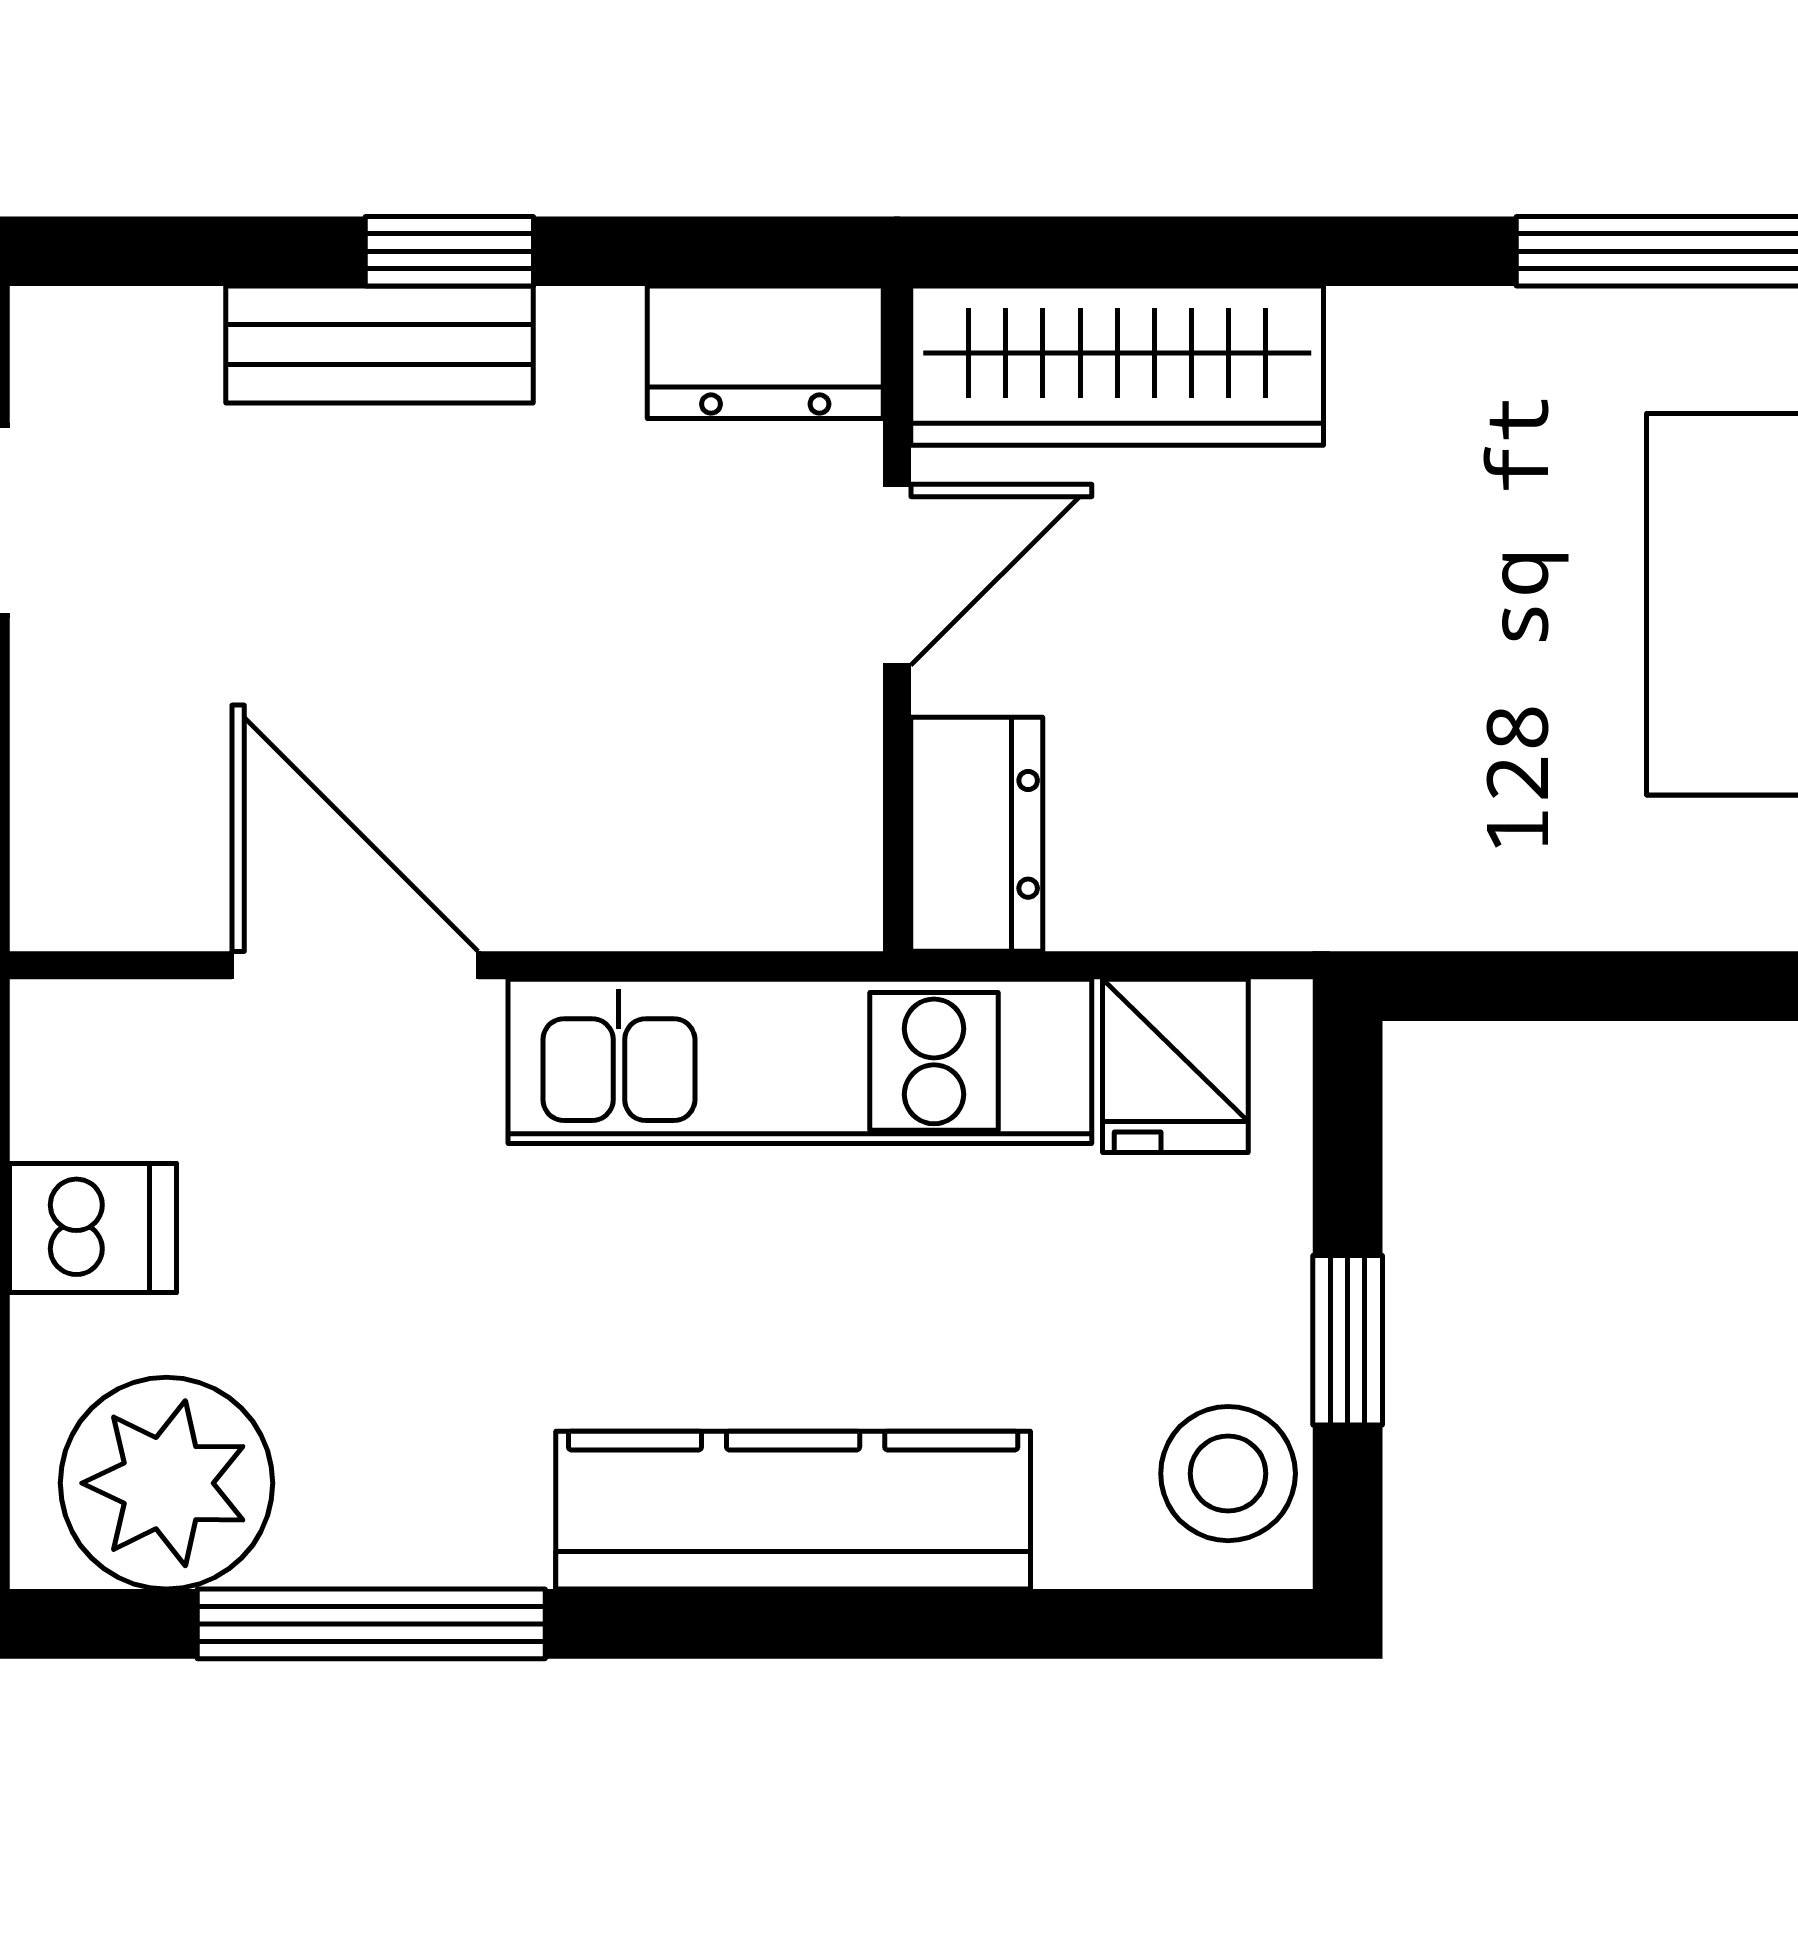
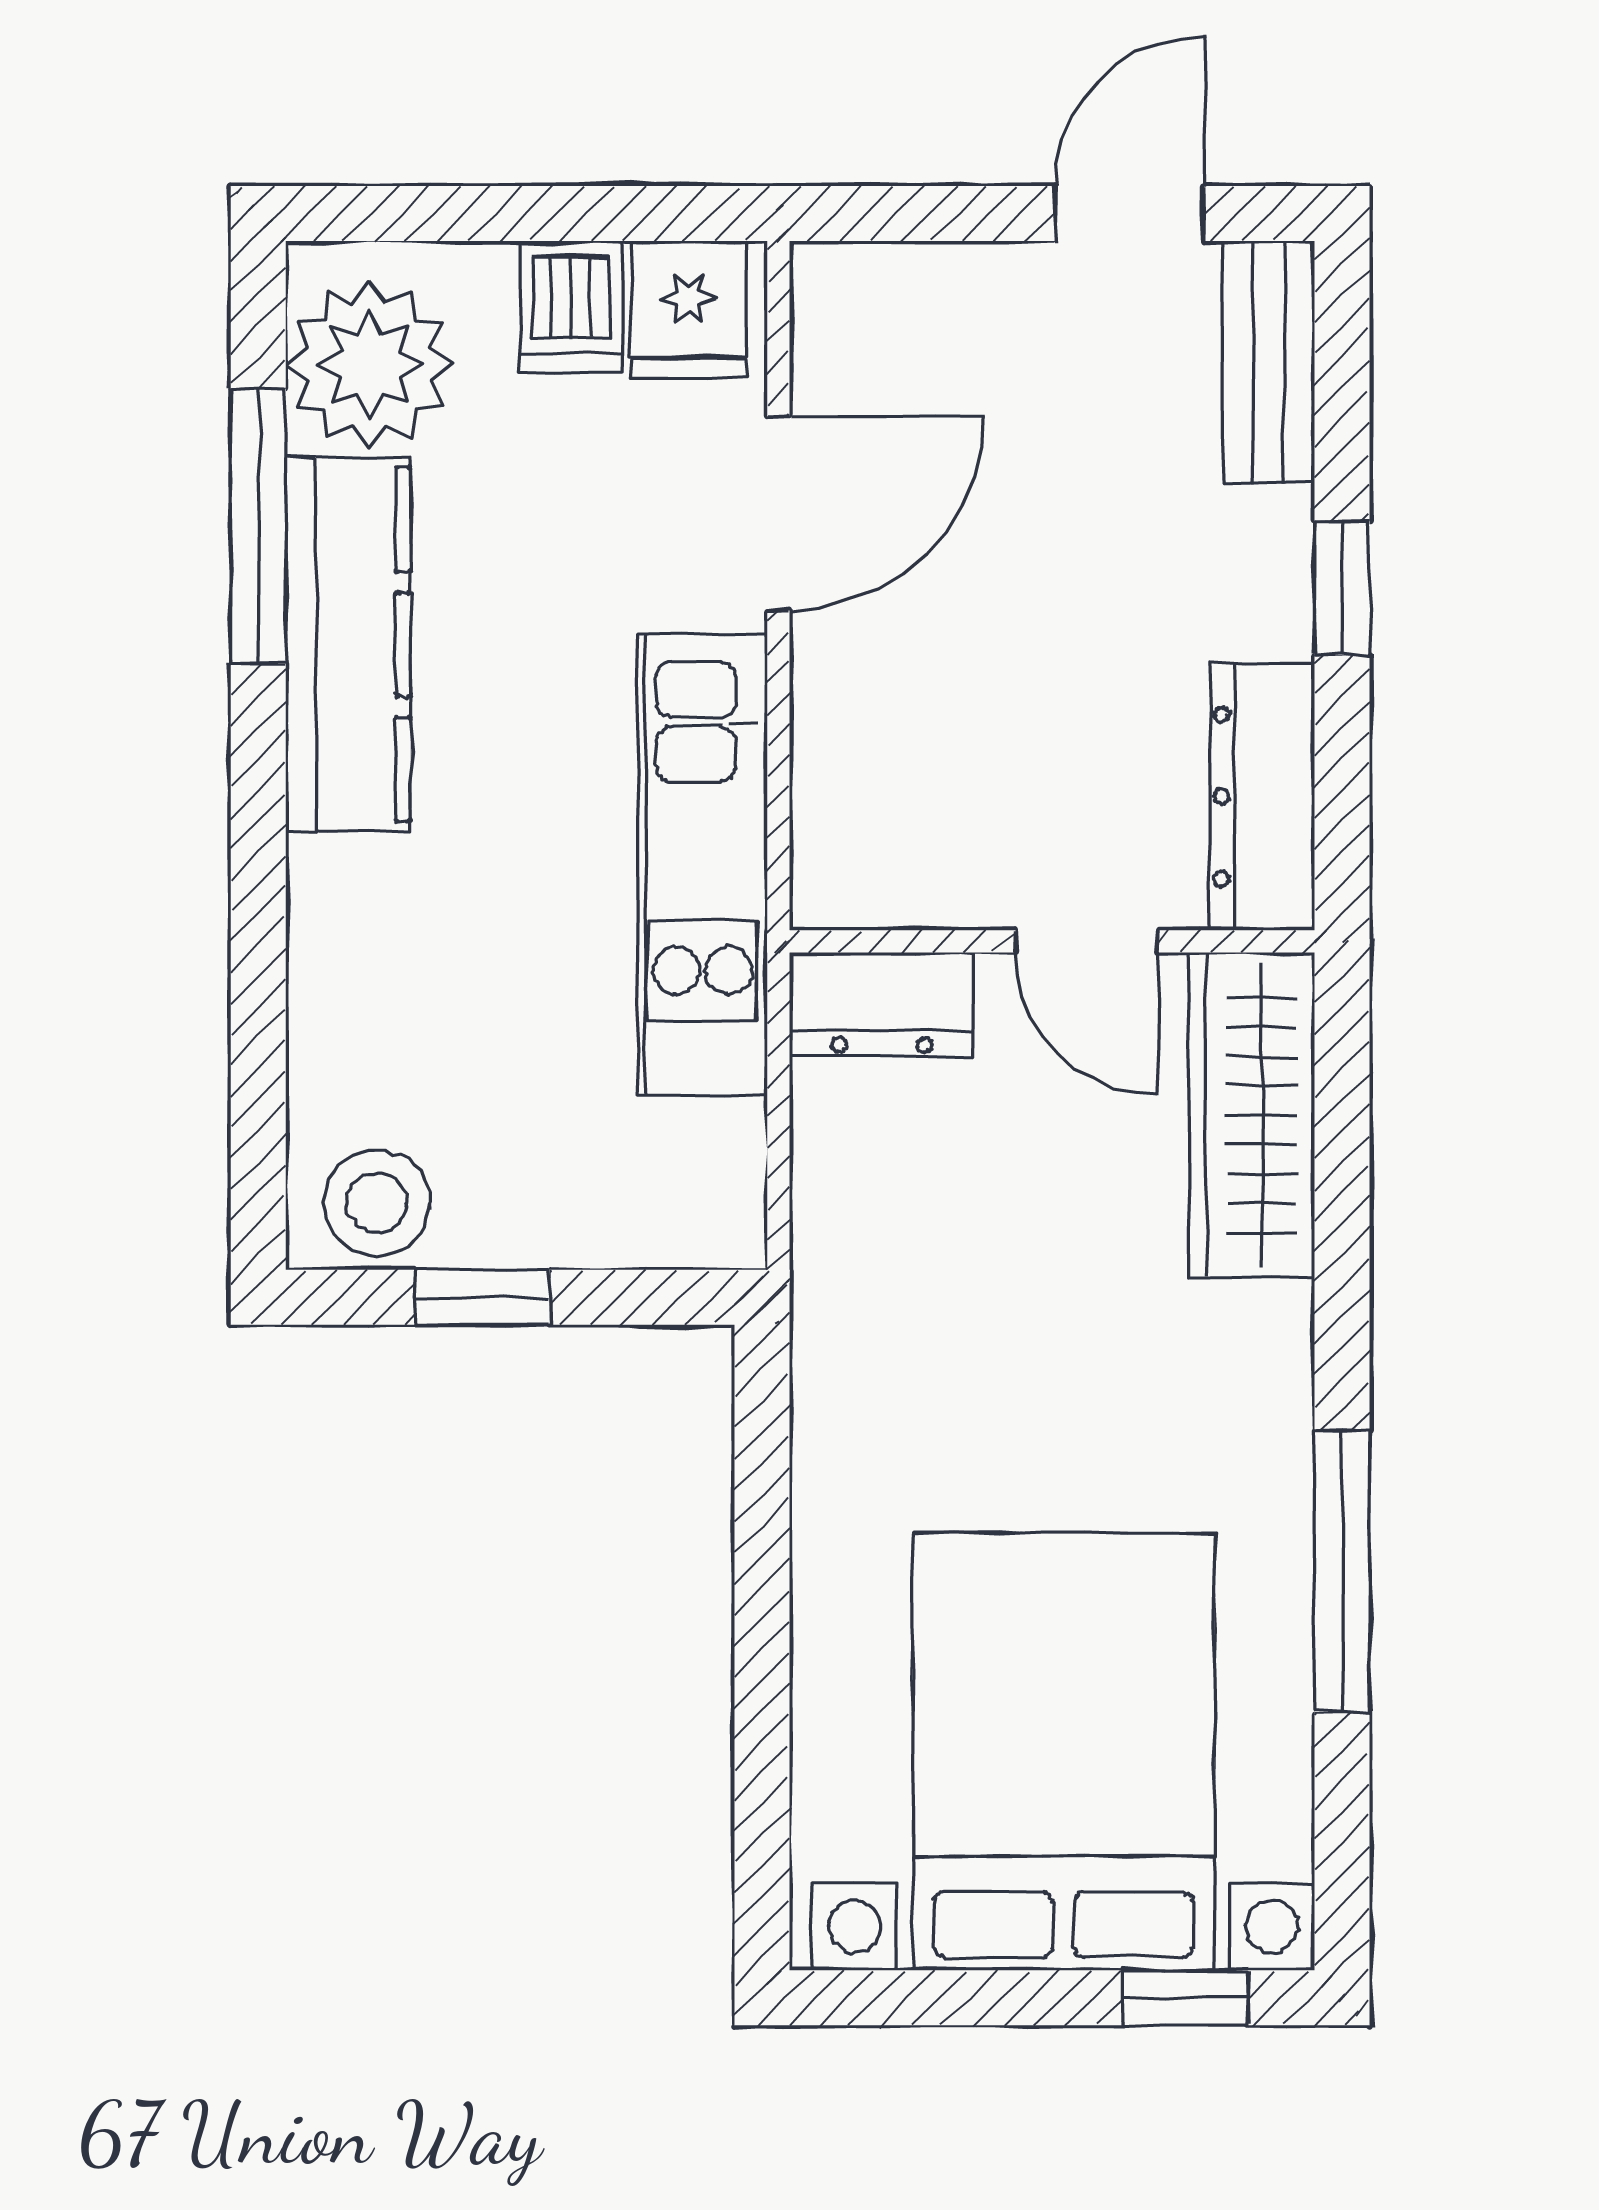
bench: (379, 345) -> (1268, 362), moved
dresser: (765, 352) -> (1262, 797), width x1.44
fridge: (1175, 1066) -> (688, 309), moved, turned -90
kitchen counter: (793, 1510) -> (348, 644), moved

